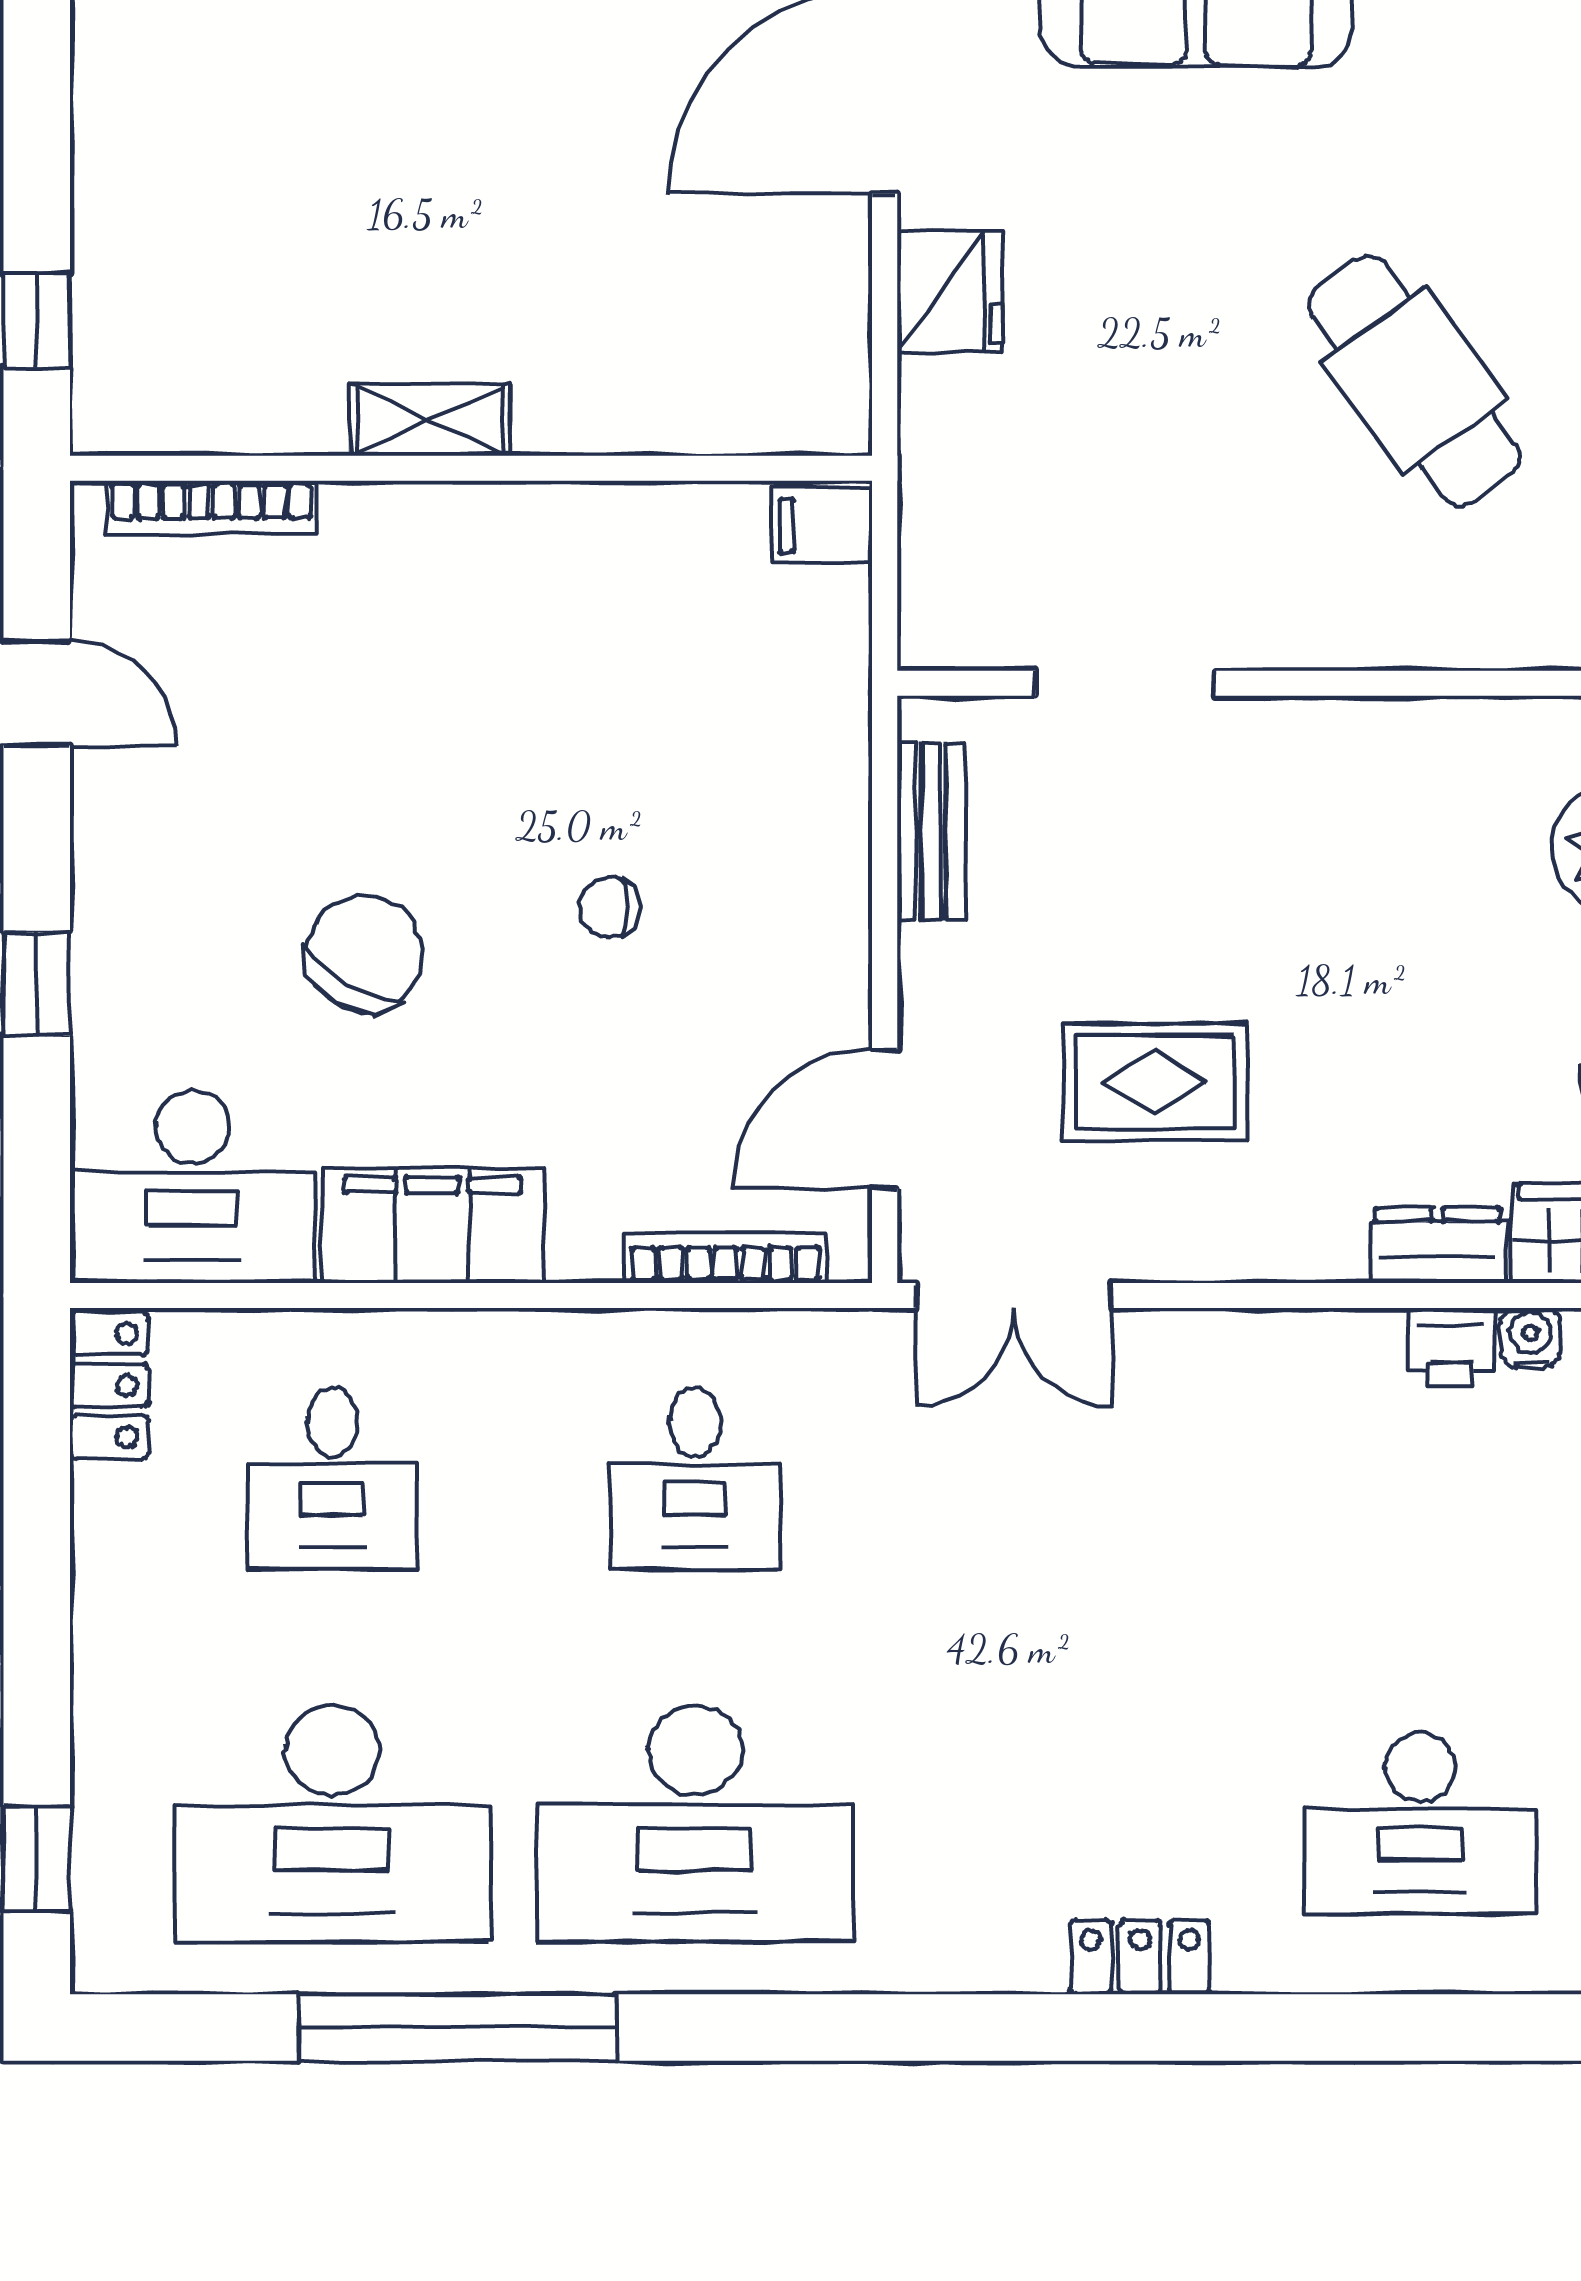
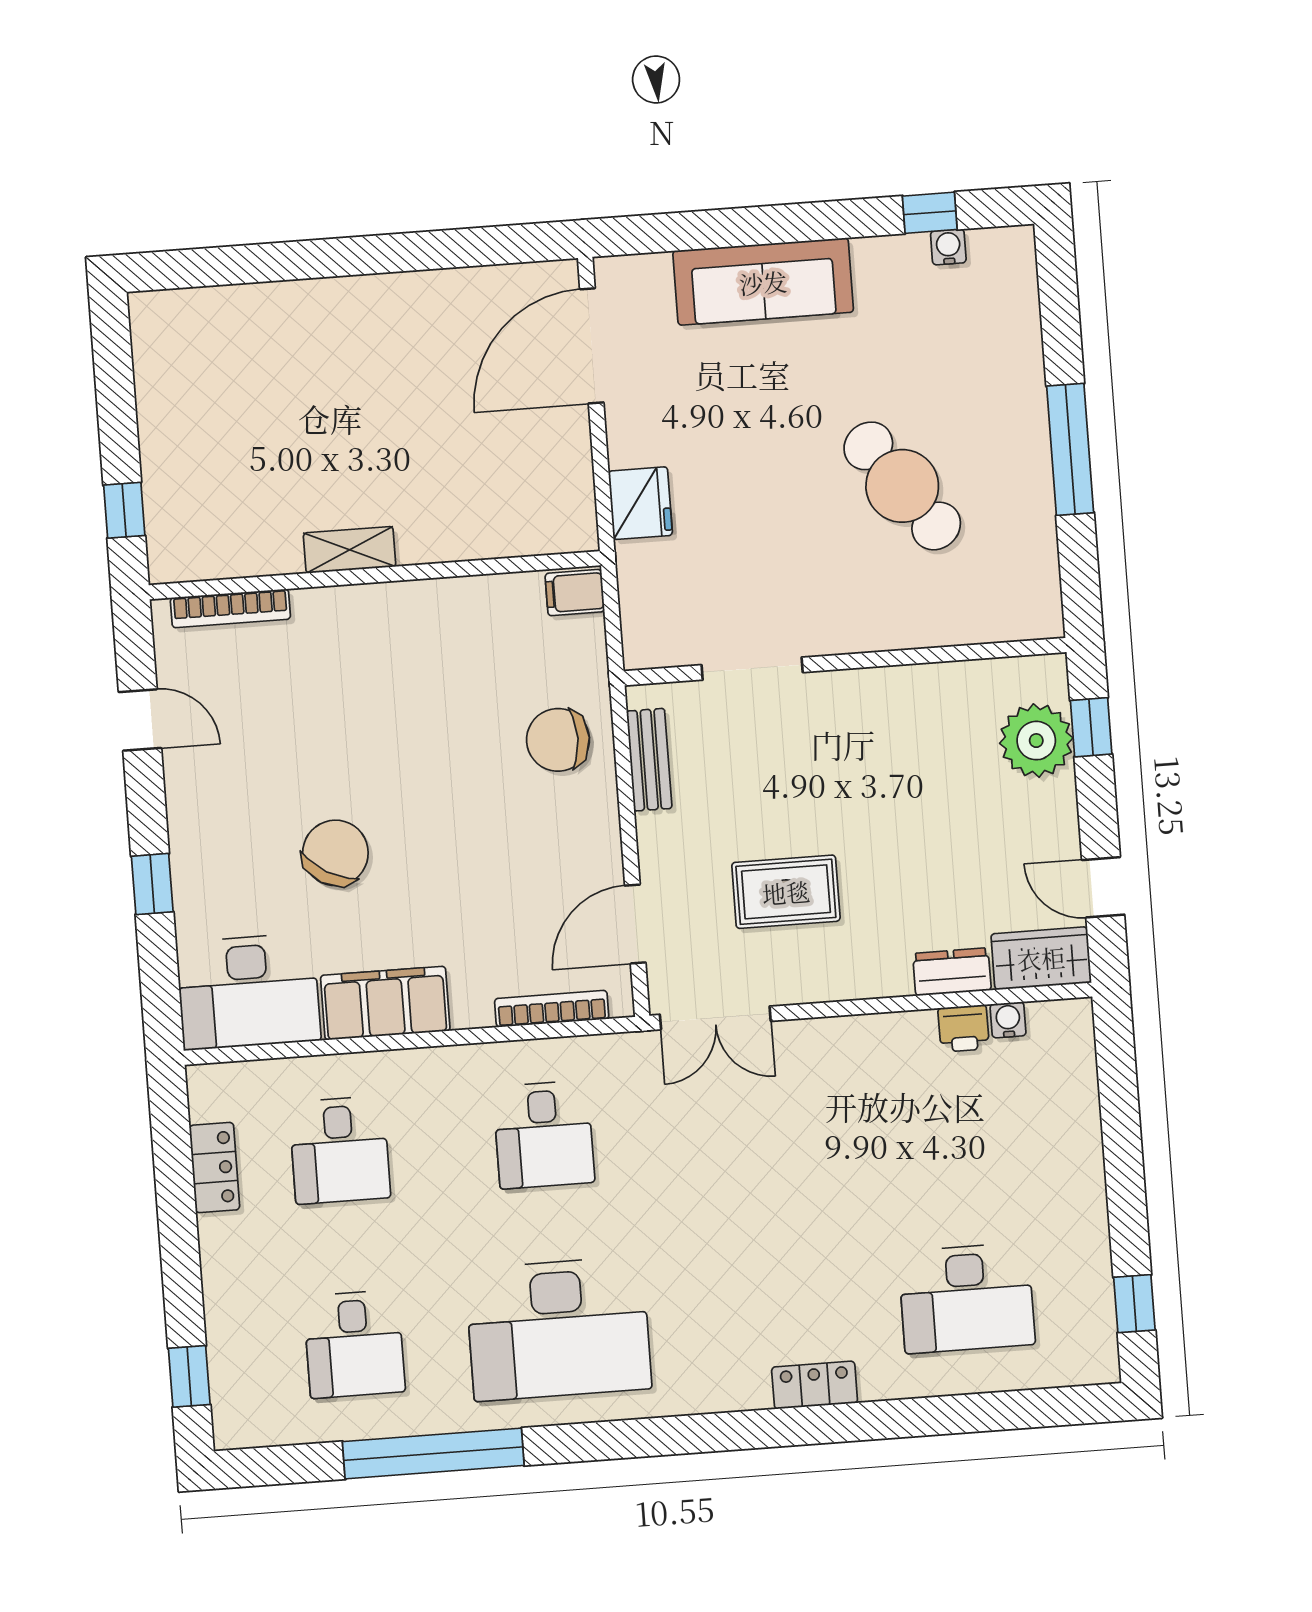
fridge: (950, 292) -> (640, 503), moved
chair: (610, 907) -> (558, 740), moved, width x1.87, depth x1.87
locker: (109, 1385) -> (215, 1168), moved
desk: (332, 1824) -> (354, 1344), width x0.53, depth x0.77

